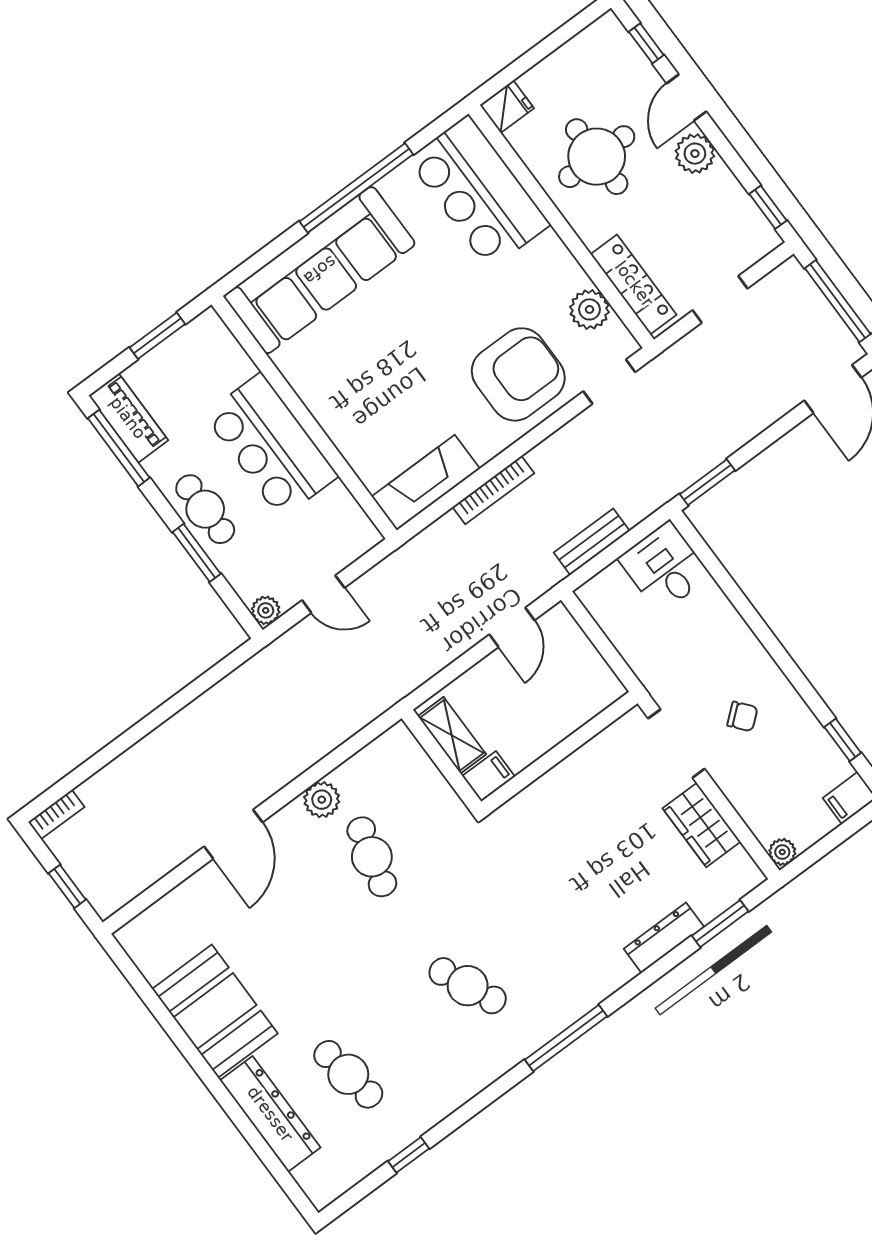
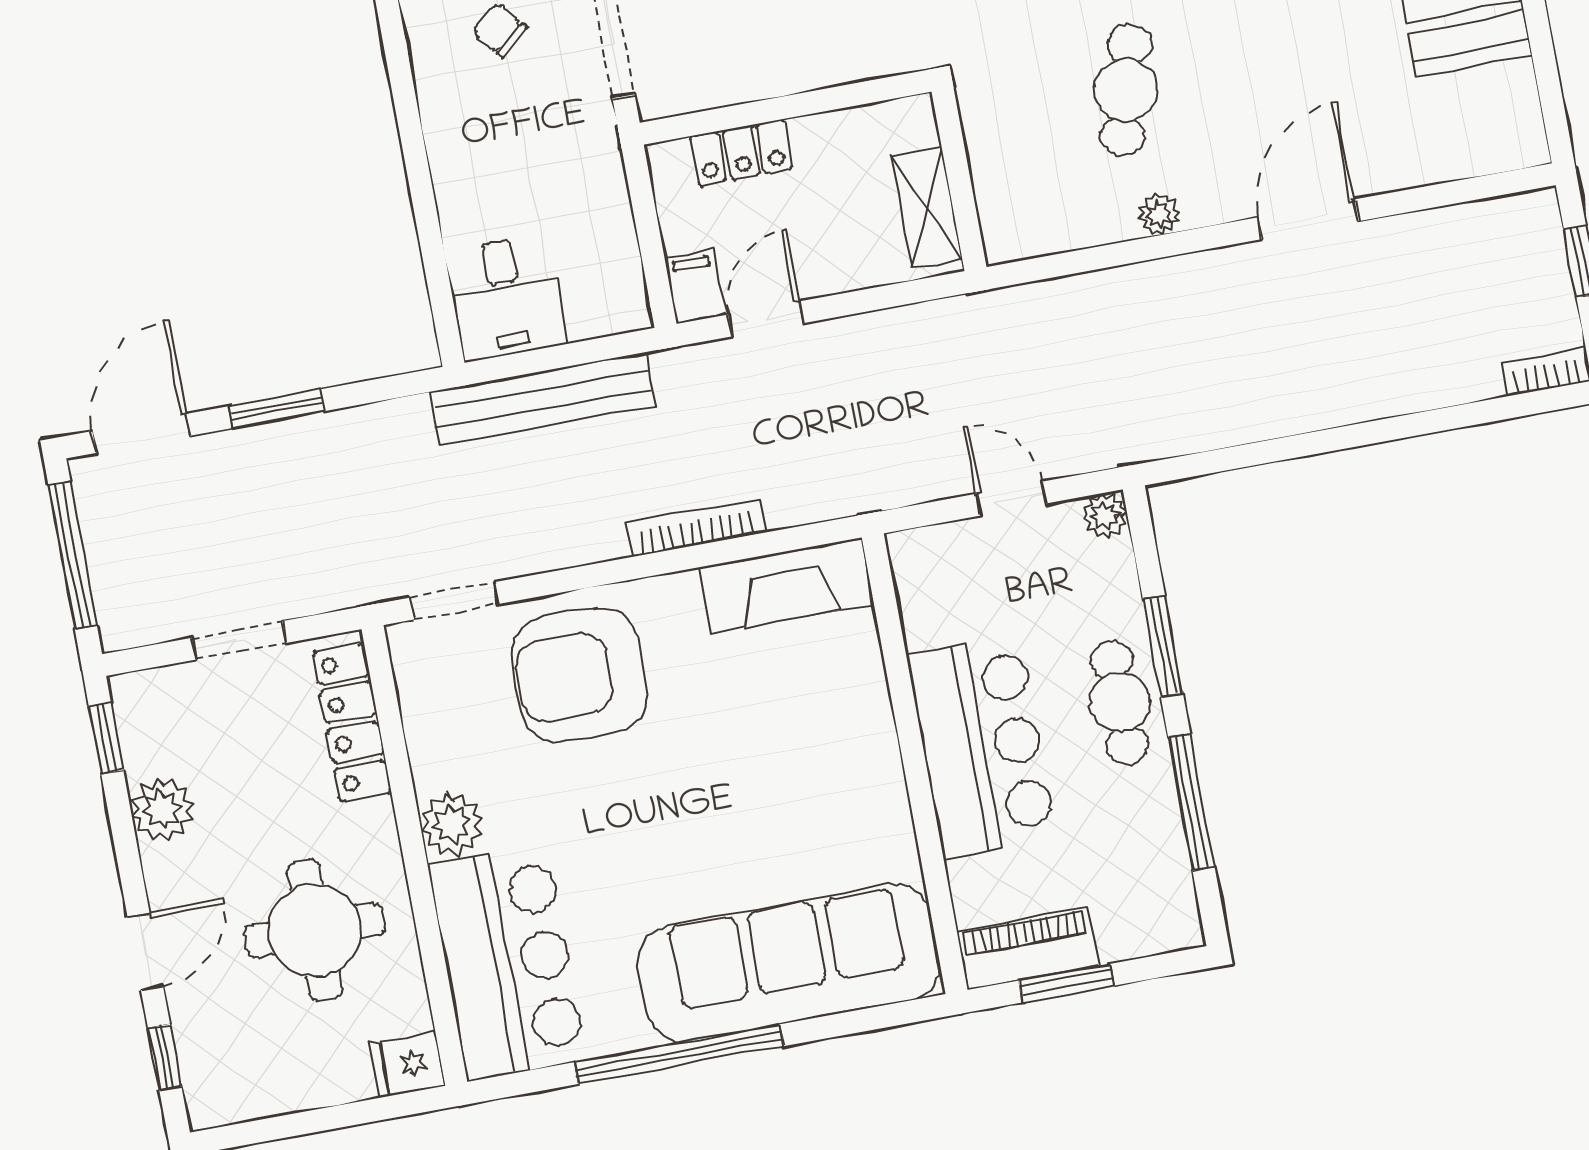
plant: (695, 154) -> (162, 810), moved
plant: (590, 309) -> (452, 824), moved
piano: (128, 418) -> (1027, 949), moved, turned 90
window: (119, 448) -> (1191, 802), moved
window: (707, 482) -> (277, 409), moved
bench: (592, 542) -> (543, 399), width x1.86, depth x1.21
locker: (572, 714) -> (741, 153), added
filing cabinet: (488, 776) -> (695, 287), moved, turned 90
plant: (322, 800) -> (1159, 214), width x0.73, depth x0.73

